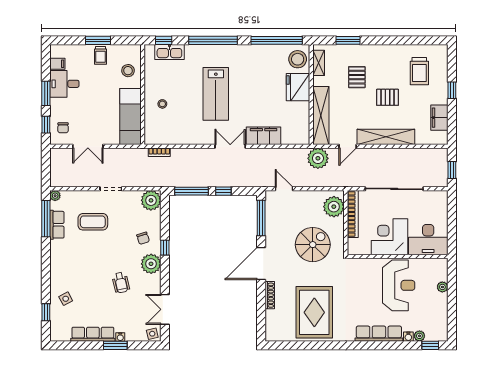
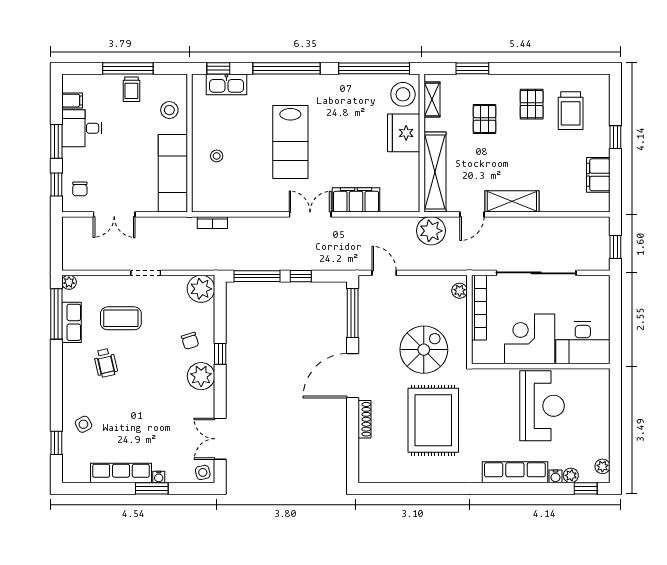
window: (98, 40) -> (128, 68), width x1.44
pallet: (388, 97) -> (532, 104), moved, turned 90
shelving: (386, 137) -> (512, 201), width x0.68
plant: (334, 207) -> (460, 291), width x0.53, depth x0.53
wheelchair: (121, 283) -> (106, 363), moved
plant: (442, 287) -> (602, 466), moved
rug: (314, 312) -> (433, 420), moved

